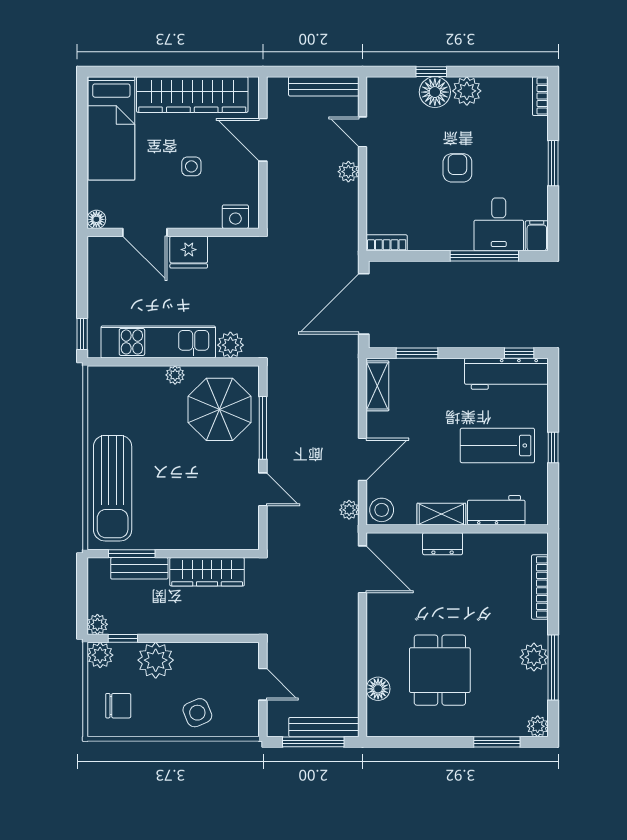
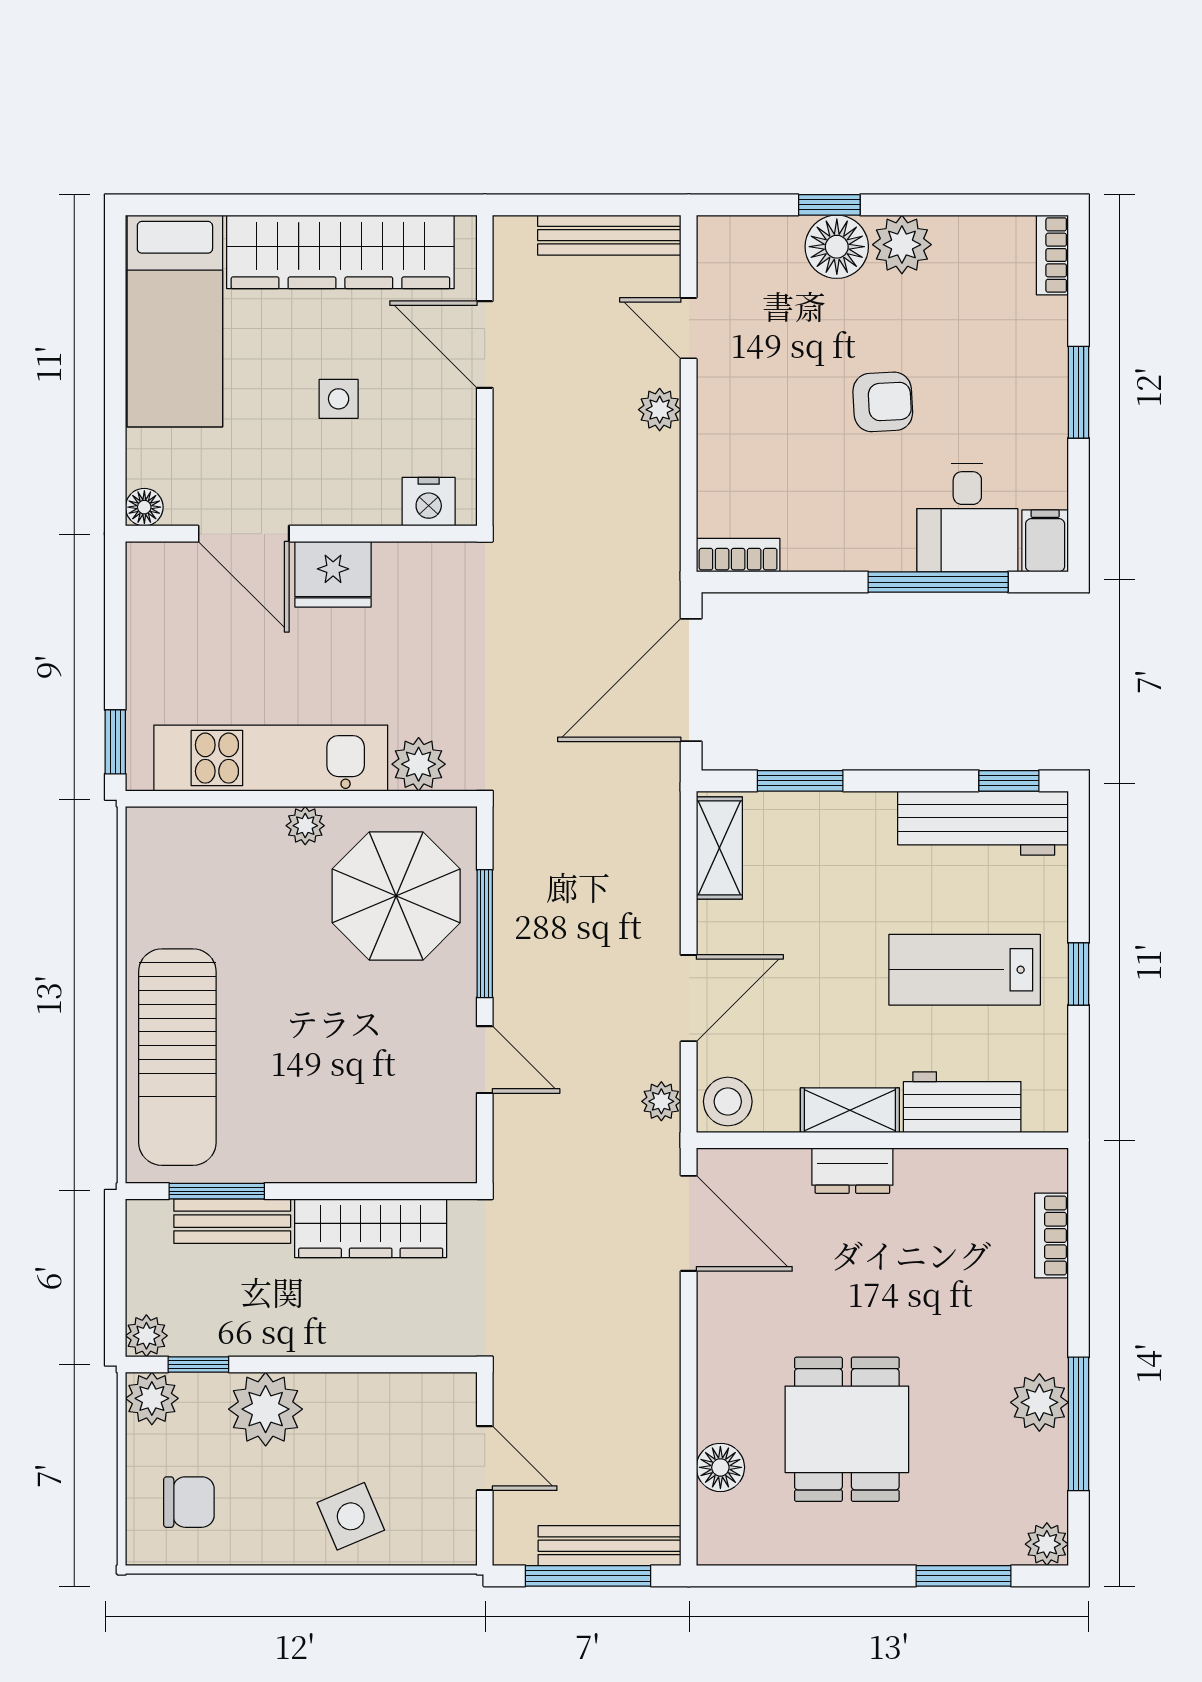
armchair: (457, 168) -> (883, 402), turned 87
bookcase: (540, 587) -> (1051, 1235), width x0.64

